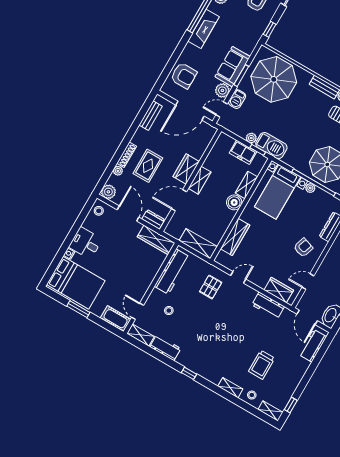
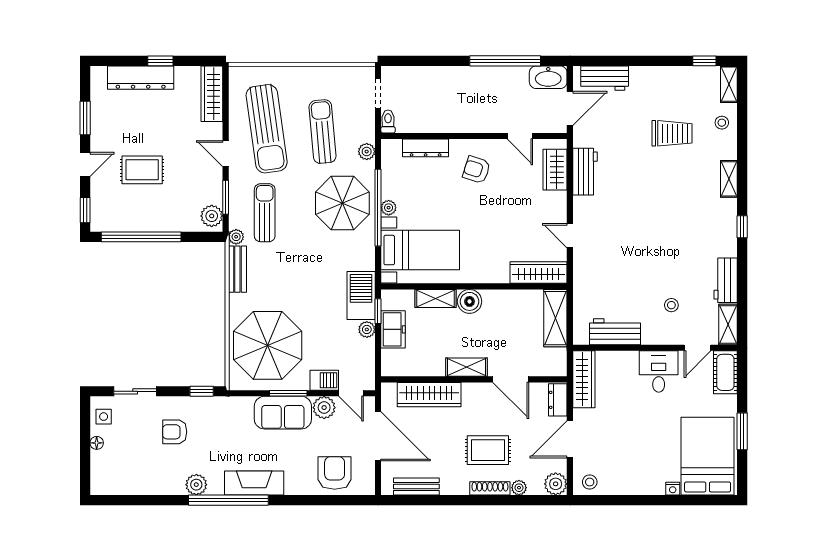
wardrobe: (186, 169) -> (429, 395), moved, width x1.50
wardrobe: (235, 237) -> (539, 272), moved
desk: (86, 243) -> (659, 372), moved, turned 180
workbench: (172, 272) -> (615, 332), width x0.73
pallet: (211, 287) -> (605, 266), removed
shelving: (230, 388) -> (729, 179), moved

